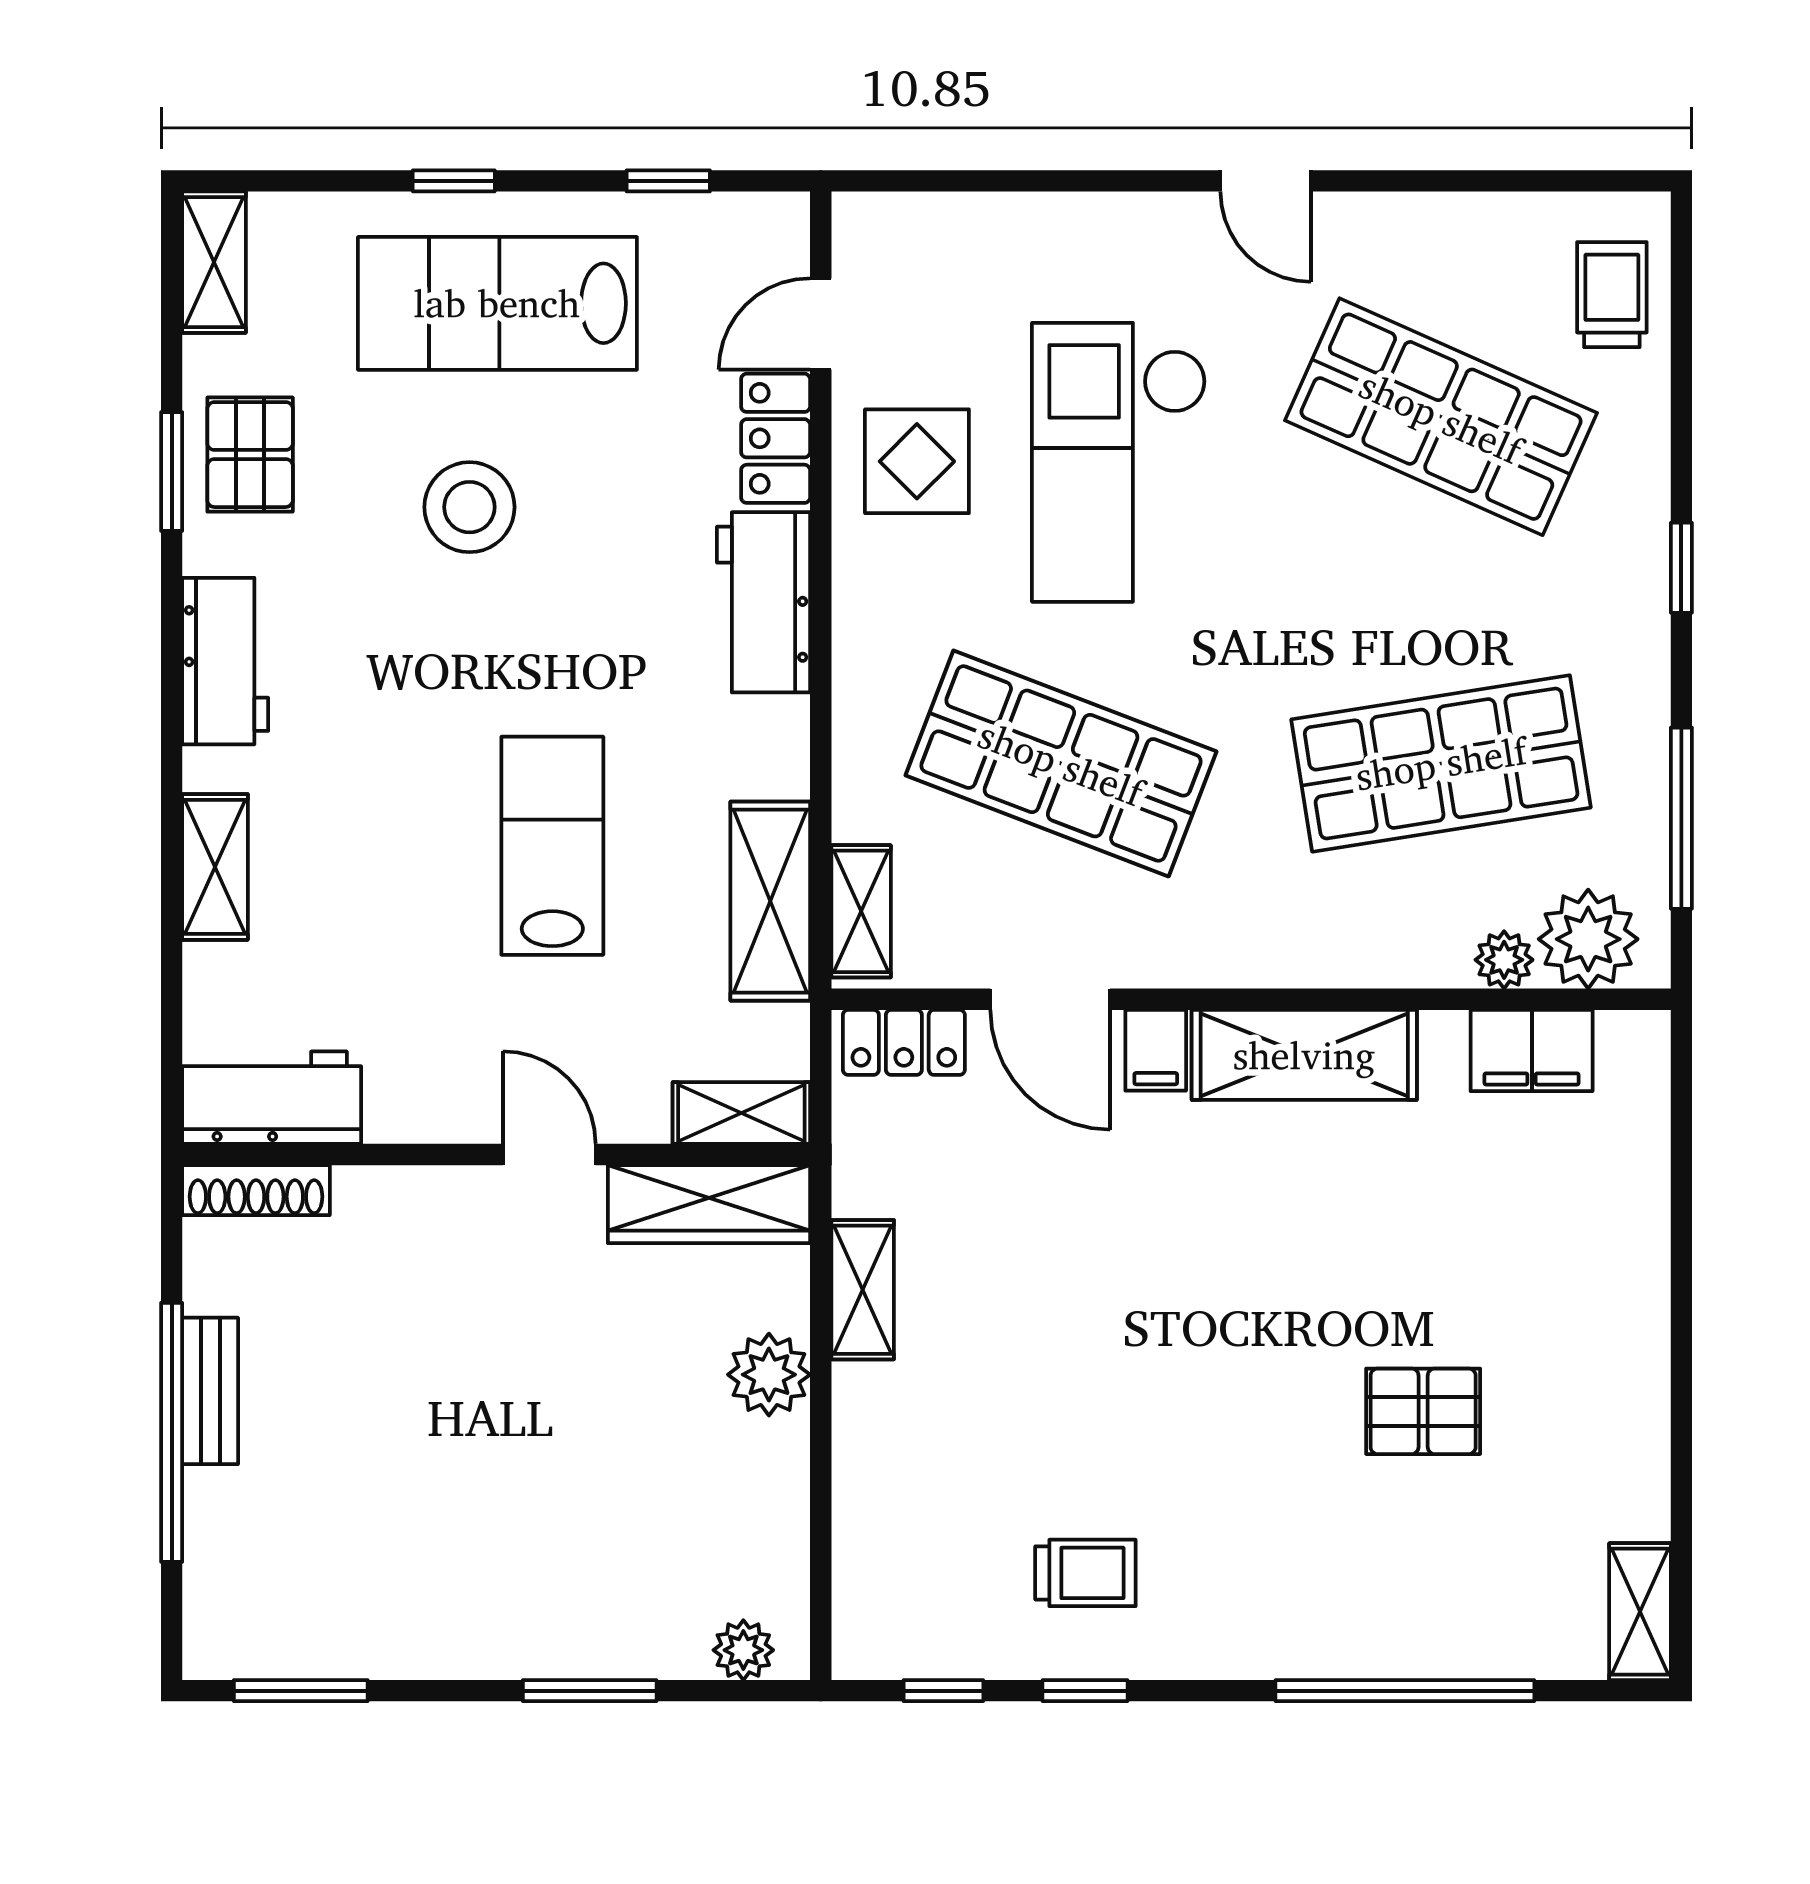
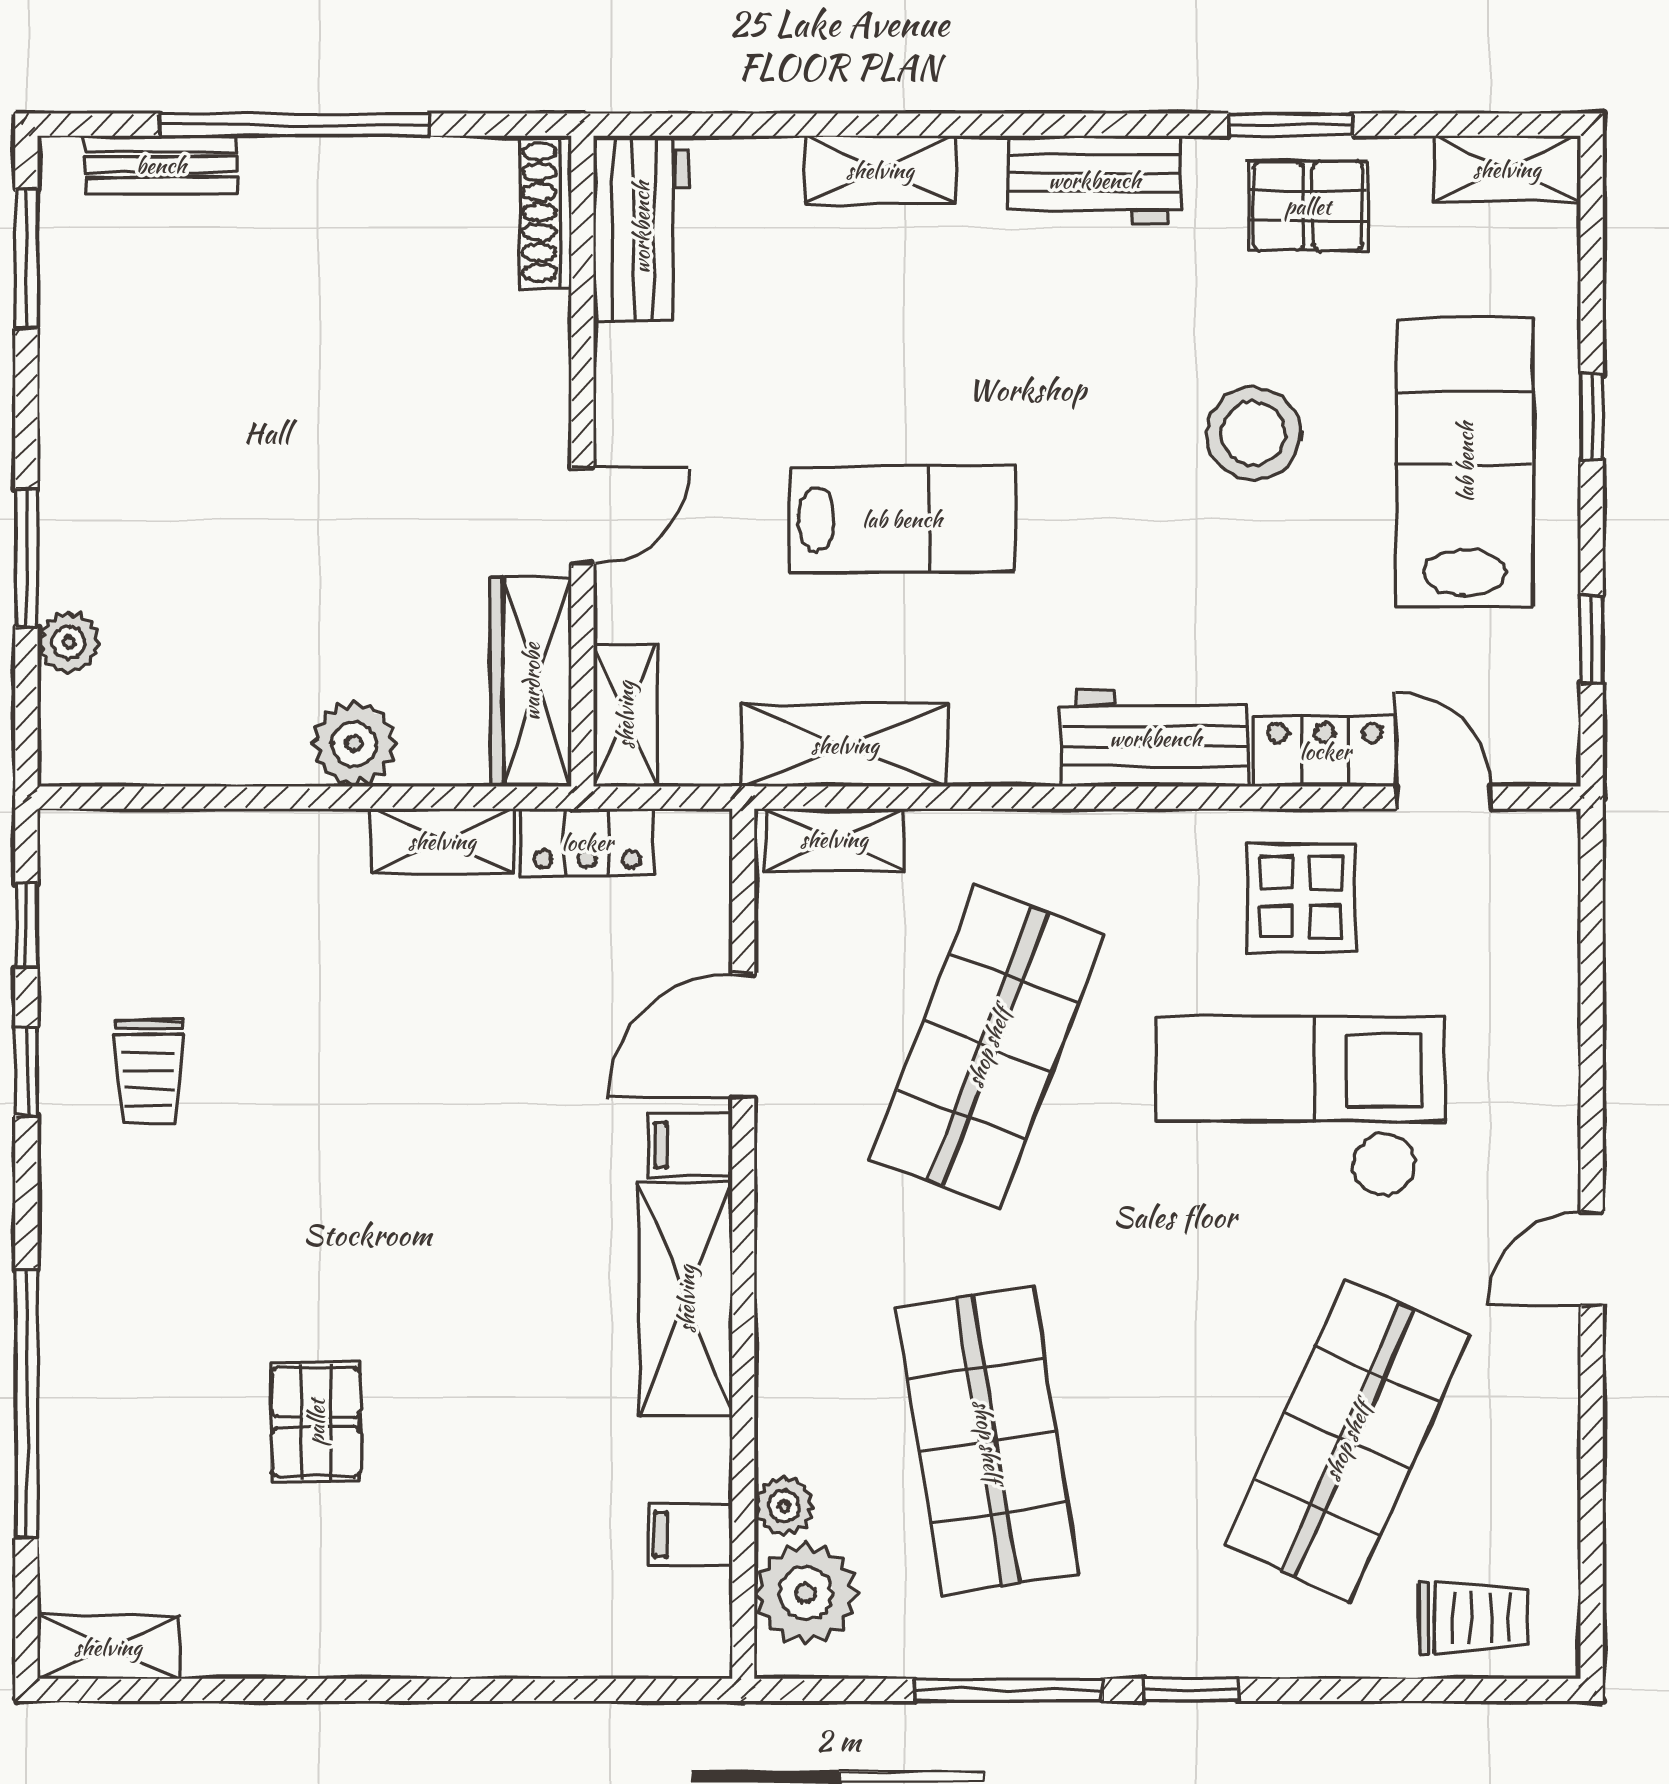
window: (1681, 818) -> (1008, 1690), moved
locker: (904, 1042) -> (587, 842), moved, turned -90
filing cabinet: (1532, 1050) -> (690, 1535), width x0.50
bench: (210, 1391) -> (161, 165), moved
plant: (743, 1650) -> (69, 642), moved

